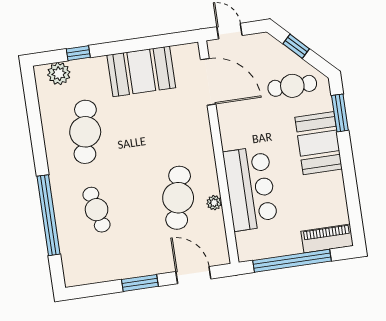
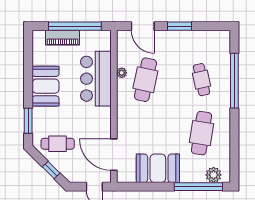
window: (78, 53) -> (198, 187), width x3.17
booth: (319, 143) -> (46, 86), moved
piano: (327, 238) -> (63, 38), moved

